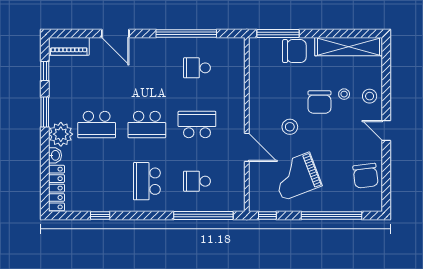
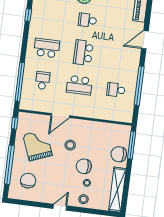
chair: (294, 51) -> (119, 154), turned 90
school desk: (197, 68) -> (116, 90), turned -90
school desk: (97, 125) -> (87, 20), width x0.54
school desk: (197, 125) -> (79, 85), turned 90
chair: (366, 176) -> (28, 181), moved, turned 97

